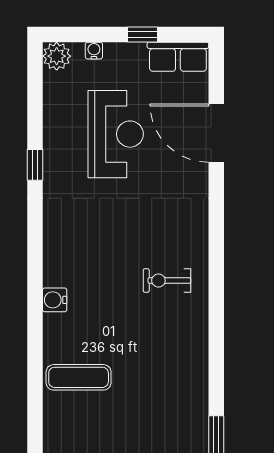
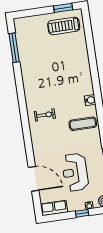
window: (142, 35) -> (82, 213), moved
exercise mat: (79, 377) -> (83, 124), moved

